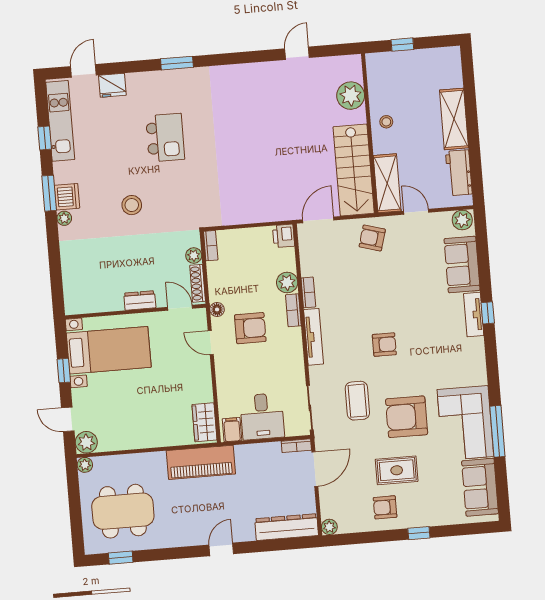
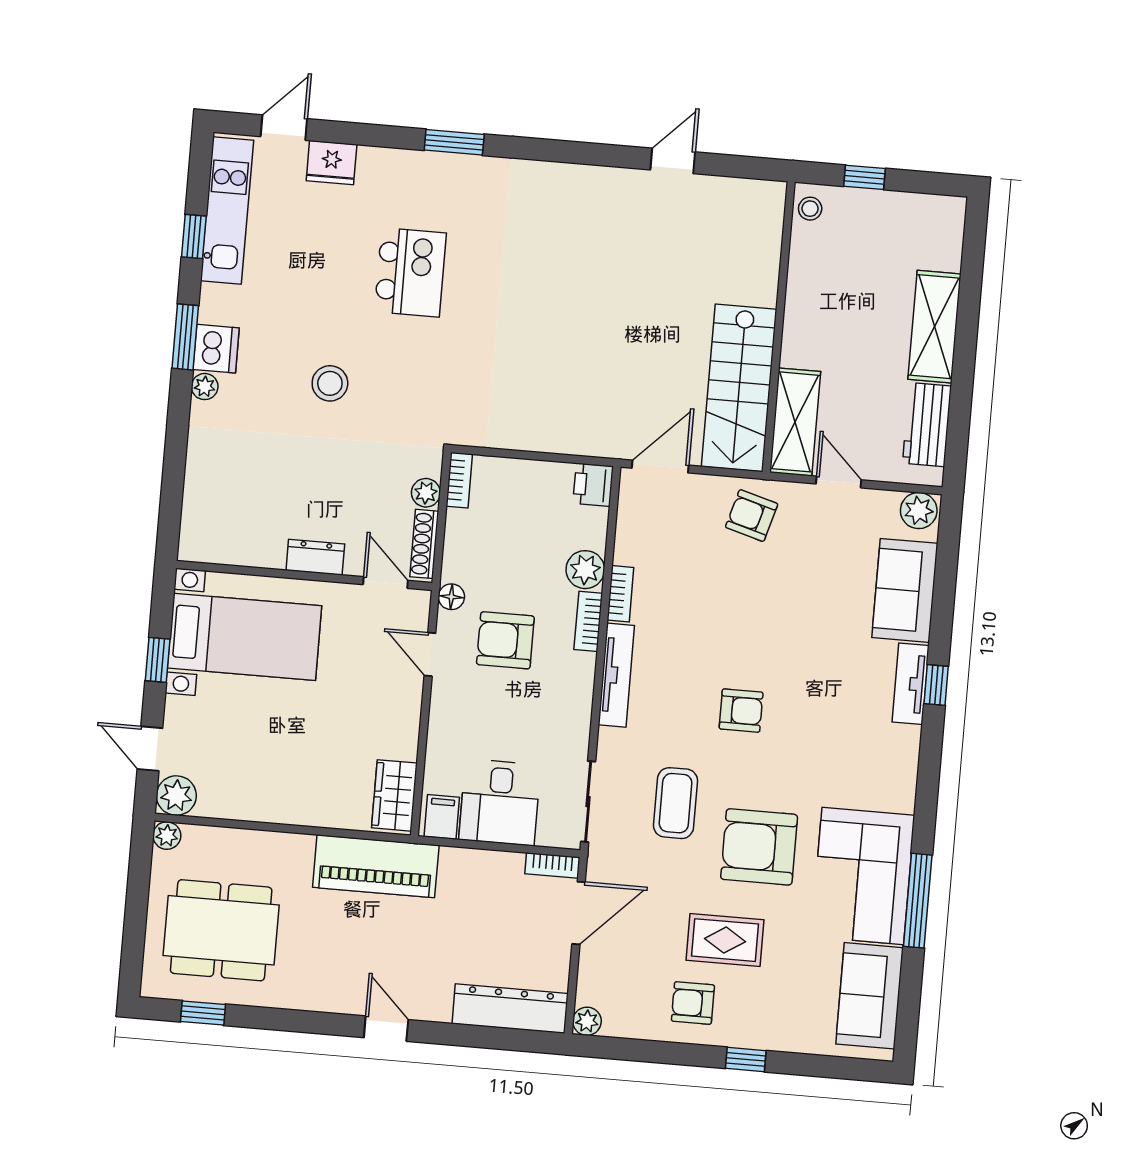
plant: (351, 96) -> (756, 253), removed
stool: (386, 122) -> (810, 209), moved
armchair: (250, 328) -> (505, 640), turned 180
door: (221, 549) -> (386, 1029), hinge flipped

